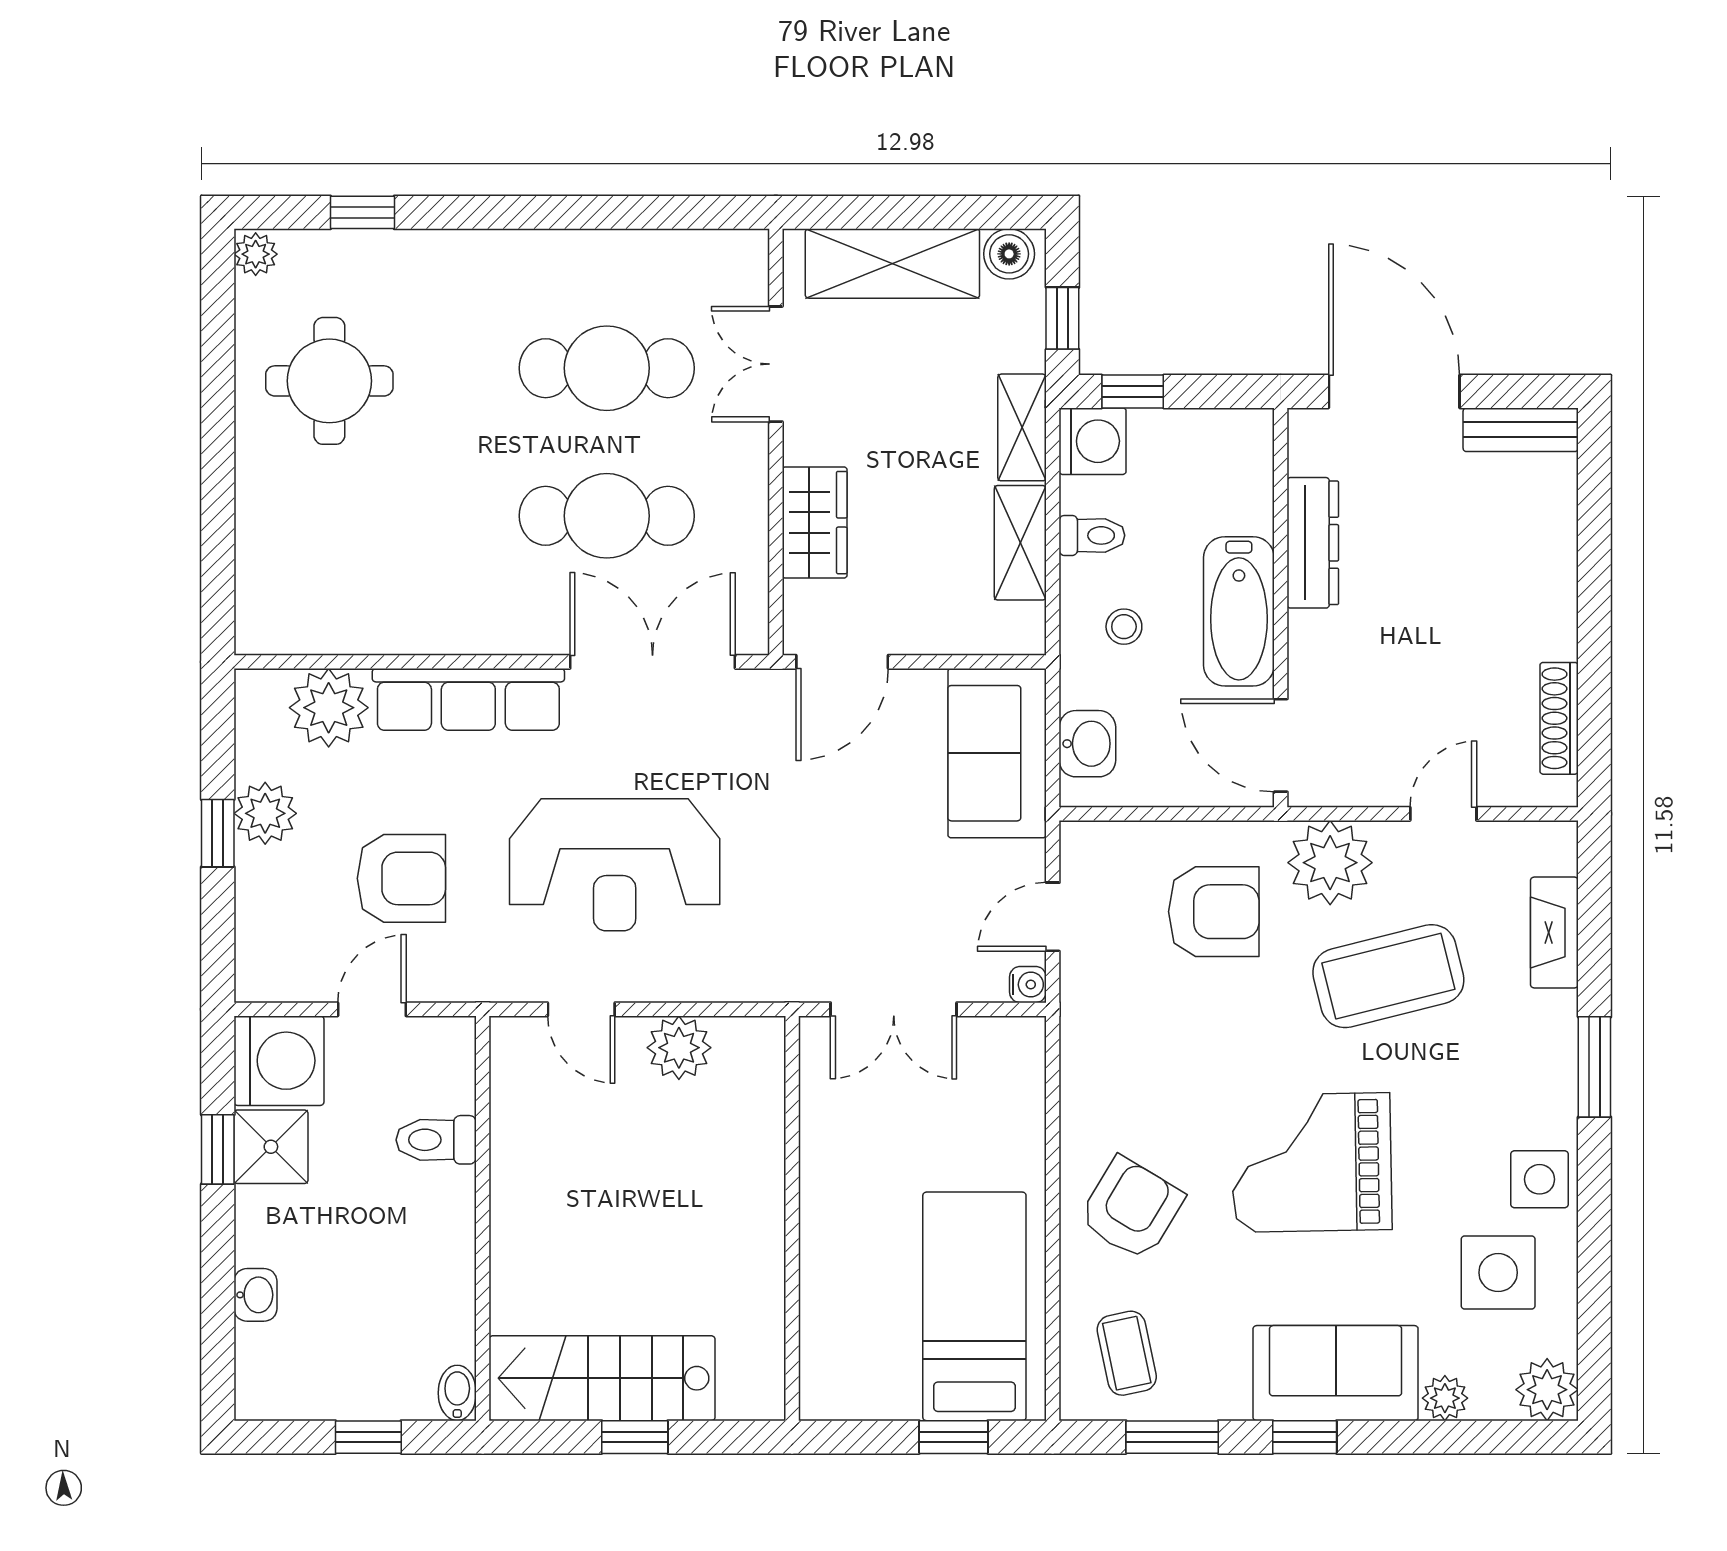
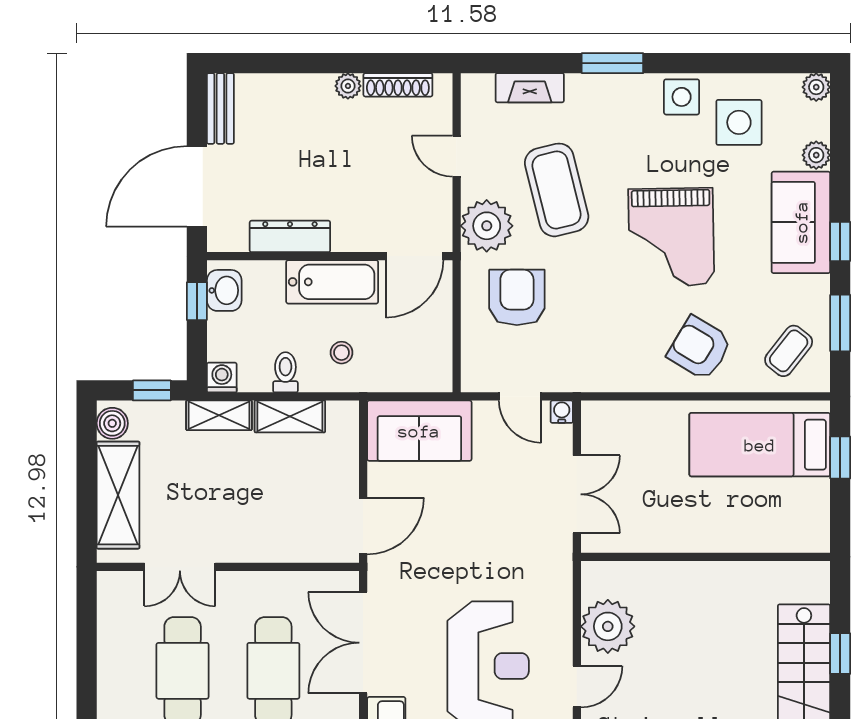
window: (1133, 392) -> (197, 301), moved
washing machine: (1093, 441) -> (222, 378), width x0.73, depth x0.73
wardrobe: (815, 523) -> (277, 543), removed
plant: (1557, 637) -> (348, 86), added
door: (842, 662) -> (363, 526), hinge flipped
washbasin: (1087, 744) -> (224, 290), moved, turned 90
plant: (679, 1048) -> (608, 626), width x1.36, depth x1.36
coffee table: (1127, 1353) -> (789, 351), turned -40
plant: (1547, 1390) -> (816, 87), width x0.73, depth x0.73

